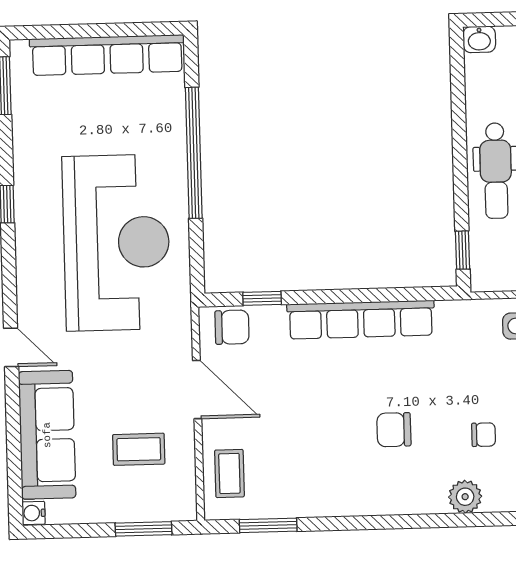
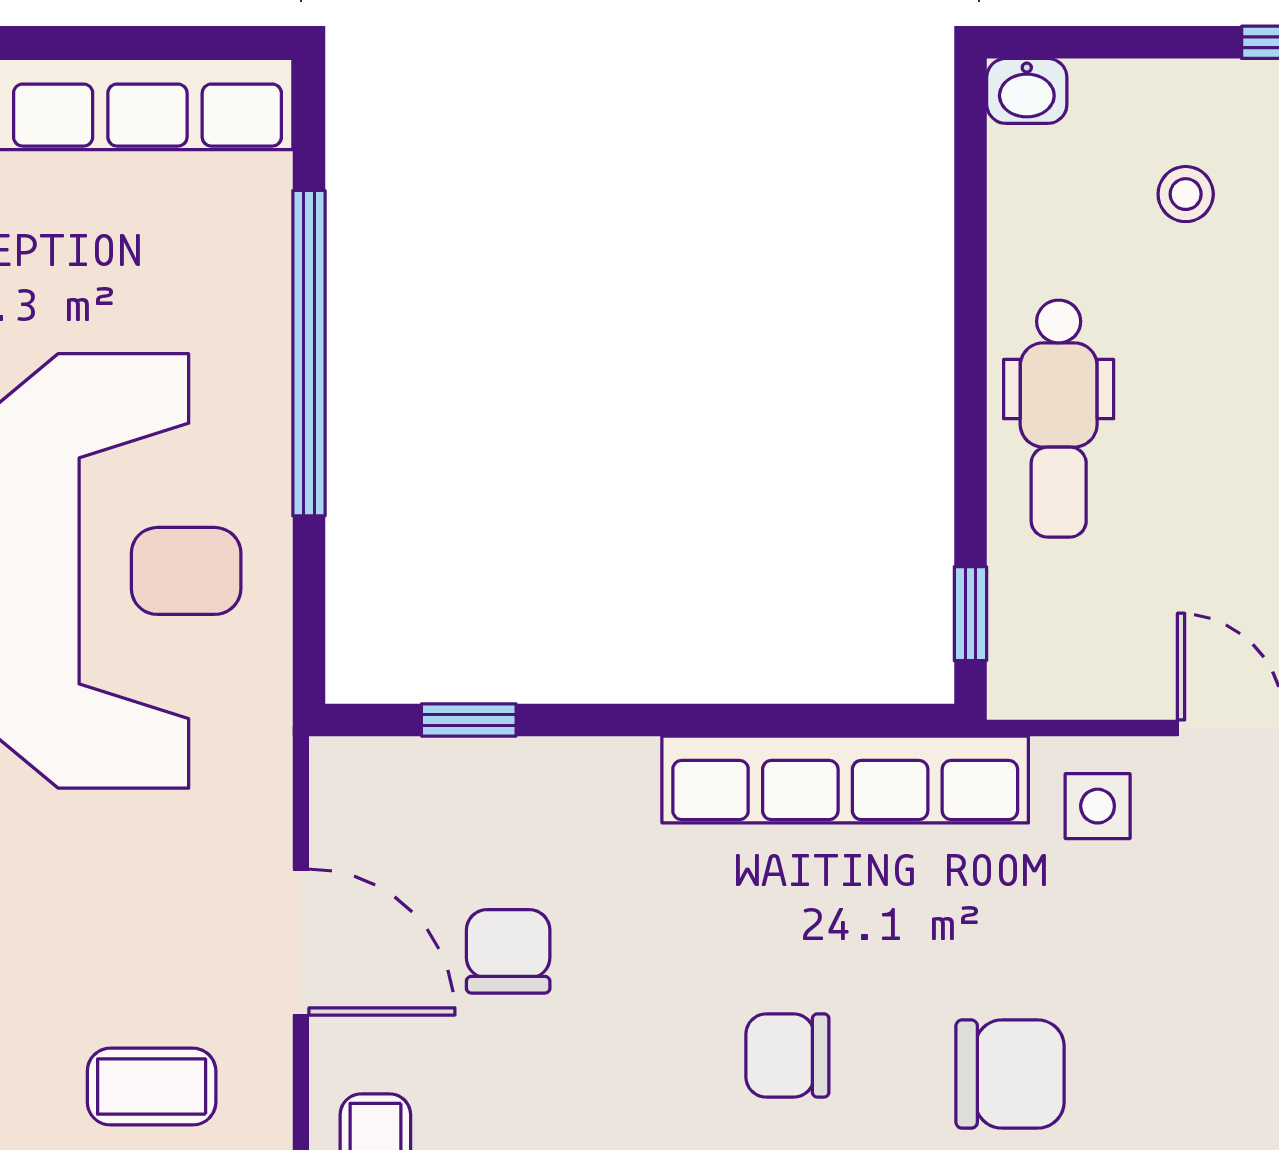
row of seats: (361, 320) -> (845, 780), moved
chair: (232, 327) -> (508, 951), moved, turned -90
chair: (484, 435) -> (1010, 1074), width x1.87, depth x1.87

